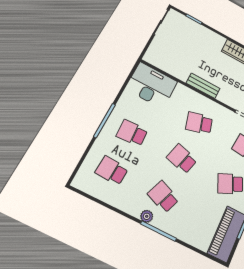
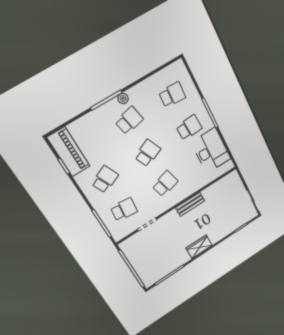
desk: (151, 85) -> (211, 151), moved, turned -90
school desk: (182, 159) -> (148, 153), turned -39
school desk: (163, 197) -> (129, 121), turned -33

